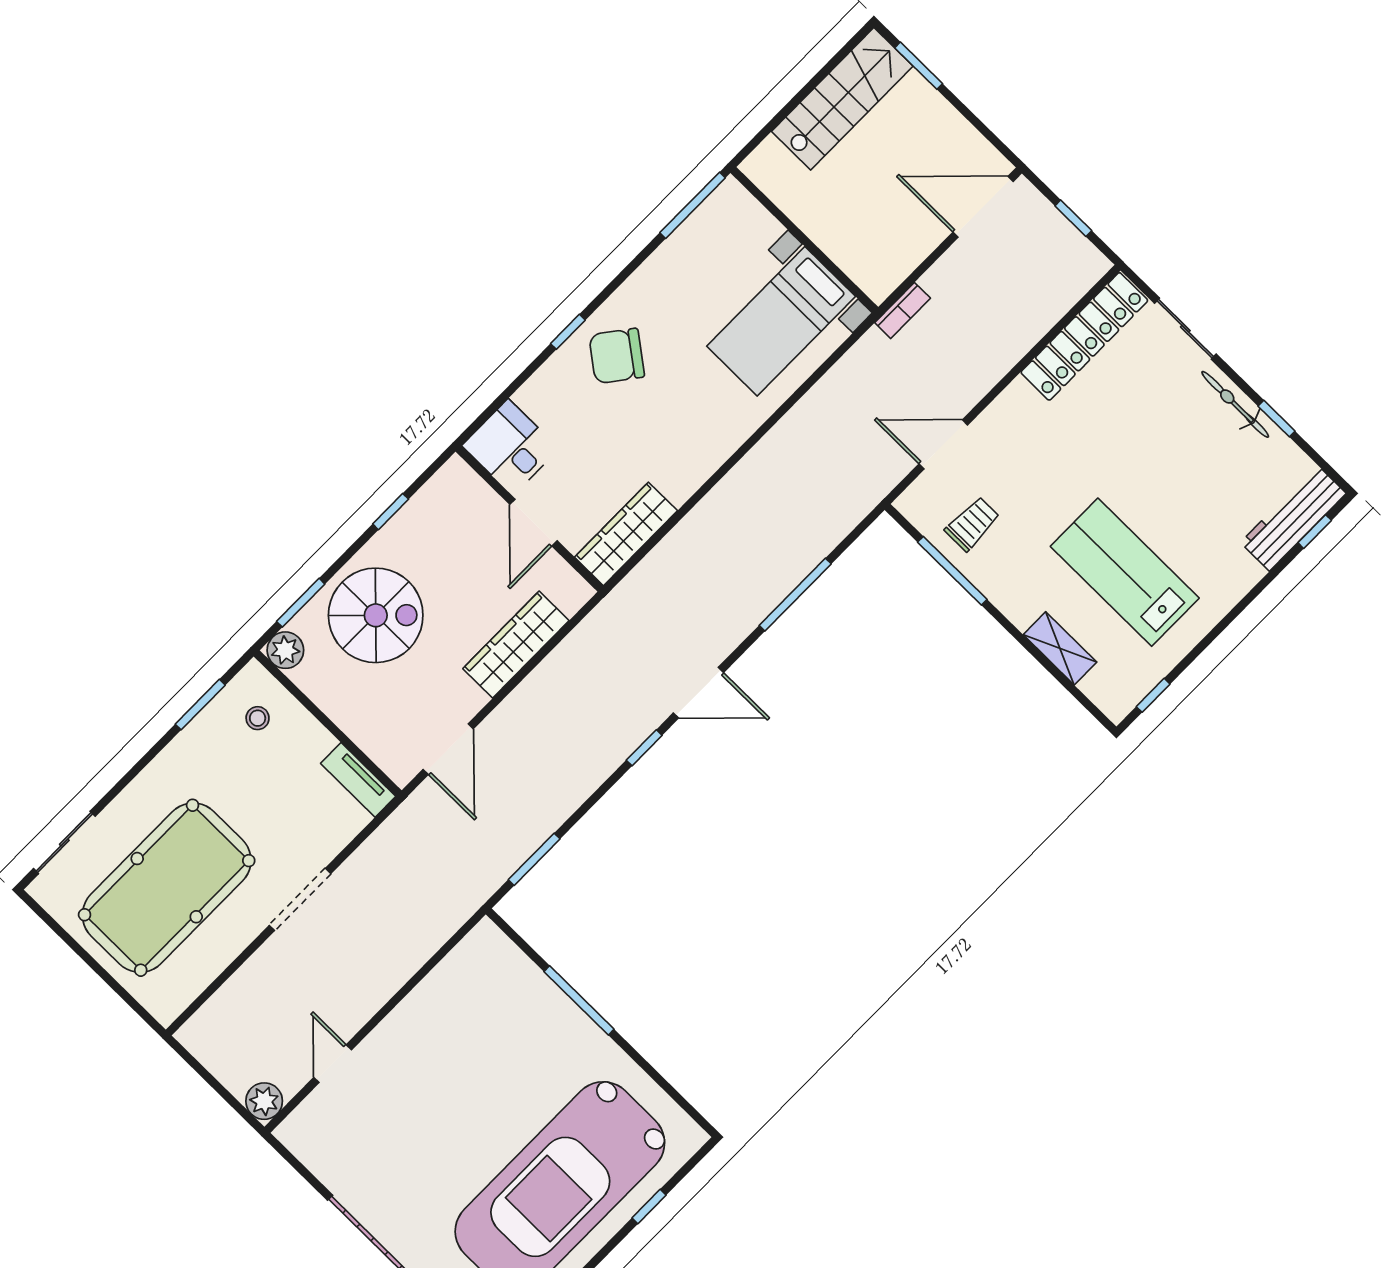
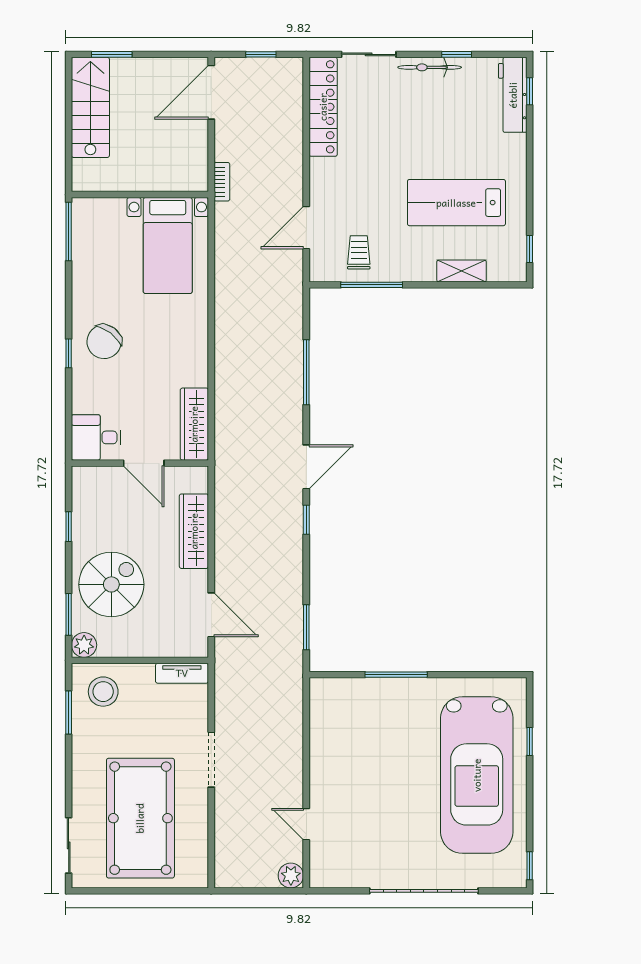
stool: (258, 718) -> (103, 692), width x1.89, depth x1.89

